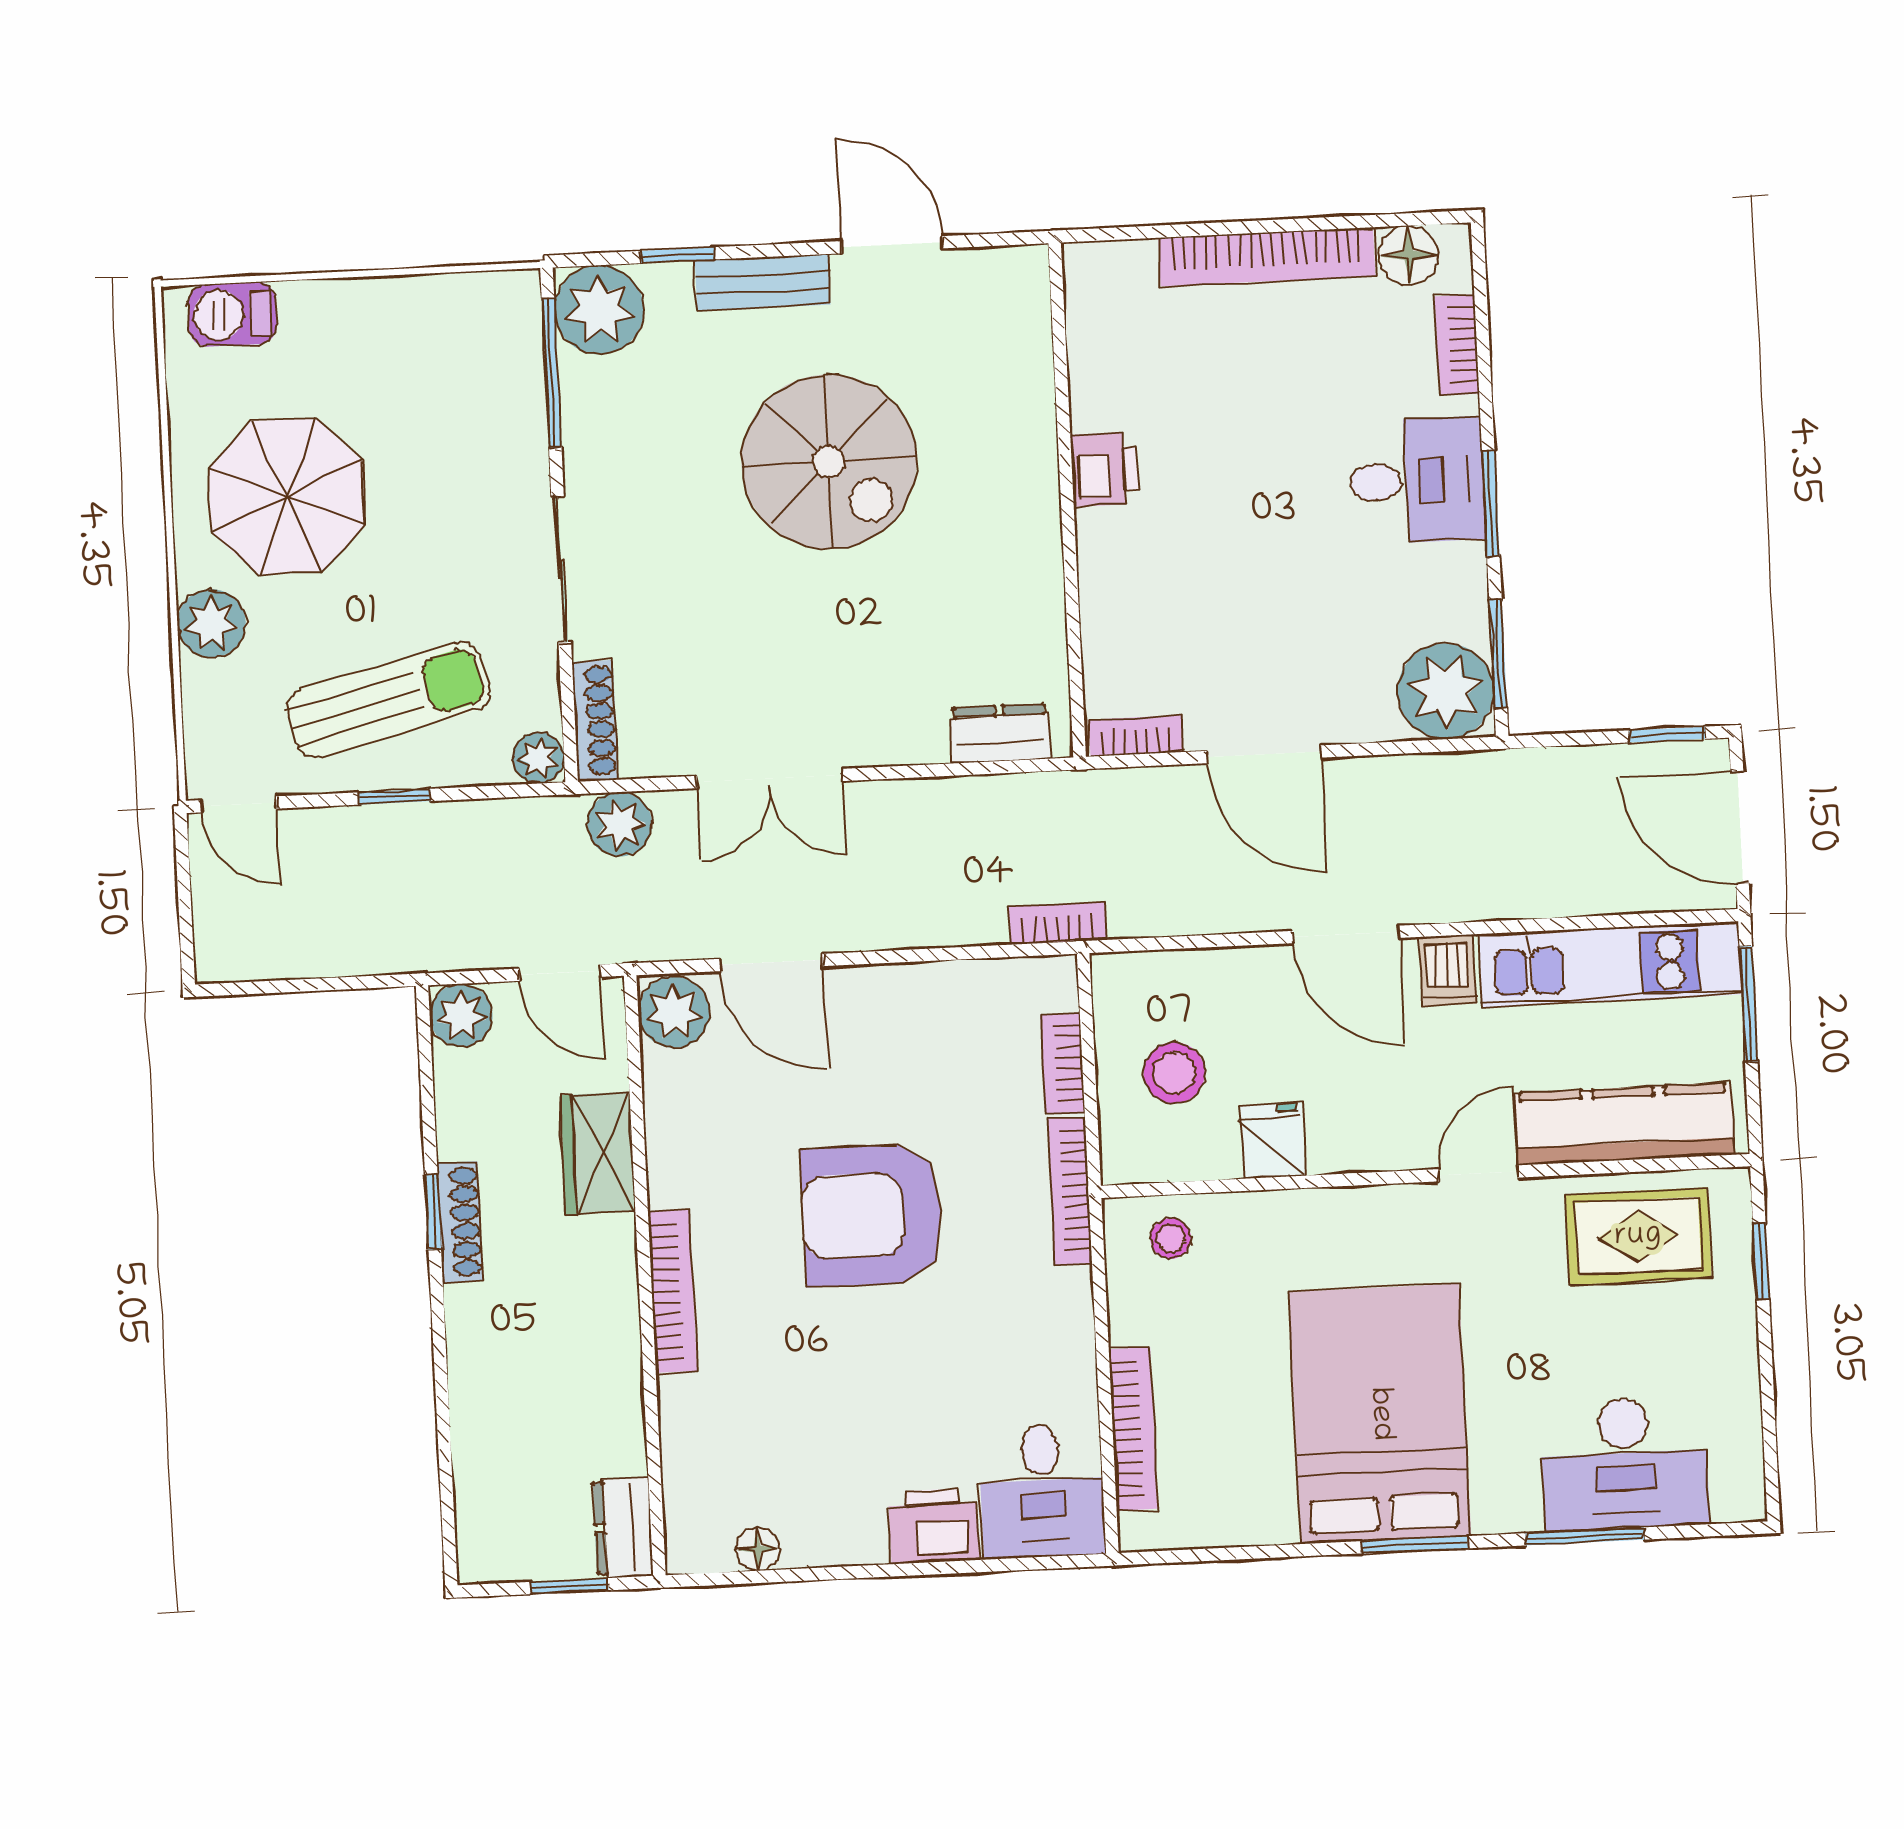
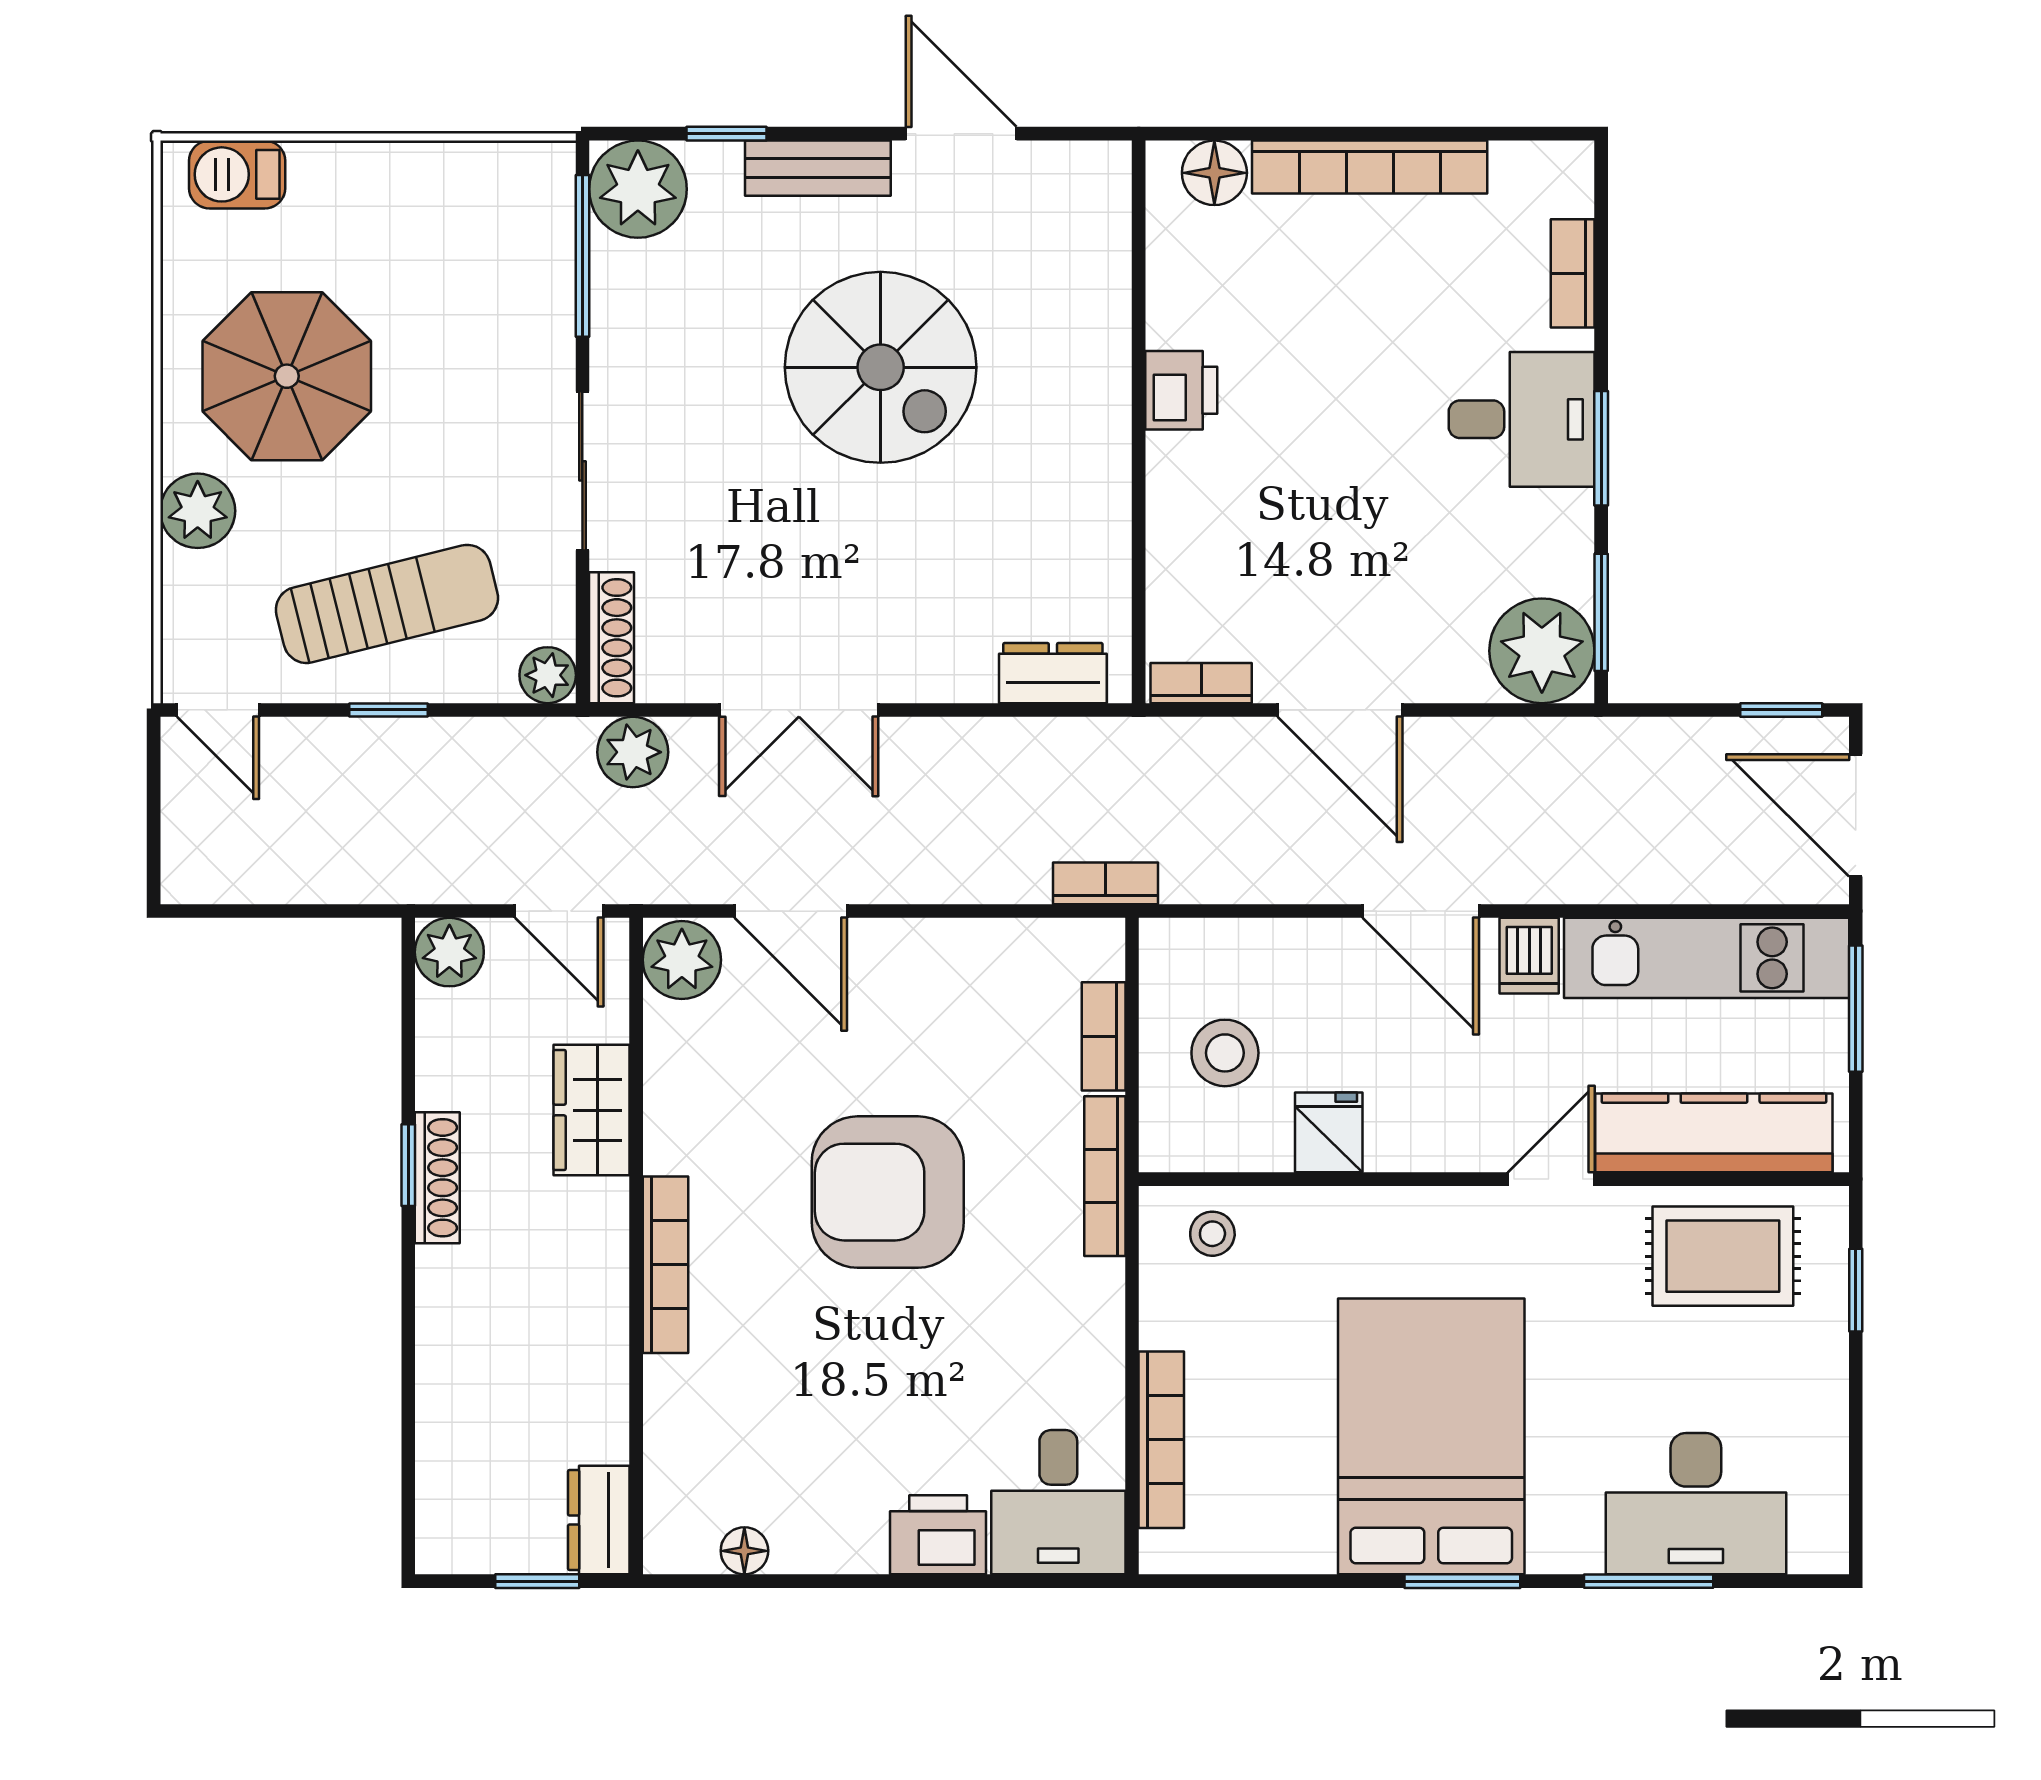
floor lamp: (1409, 255) -> (1214, 173), moved

